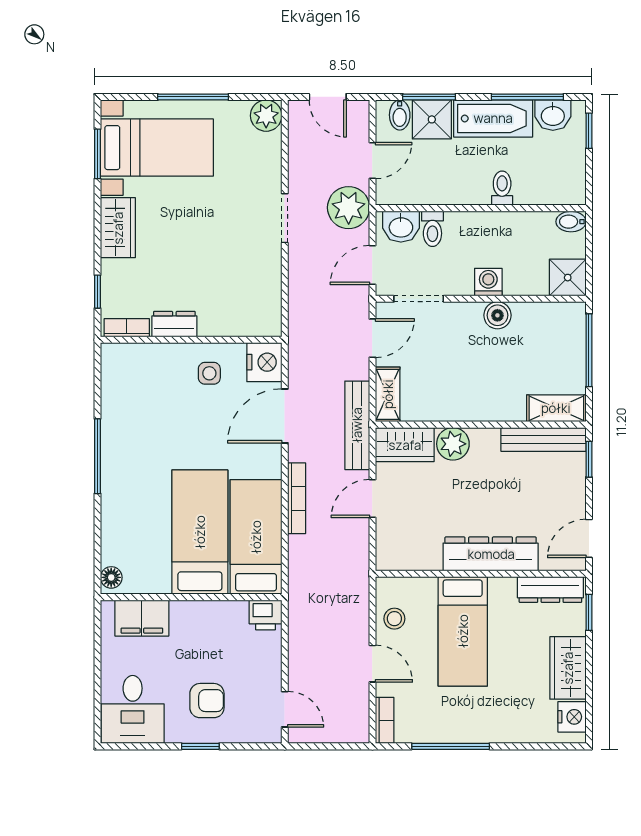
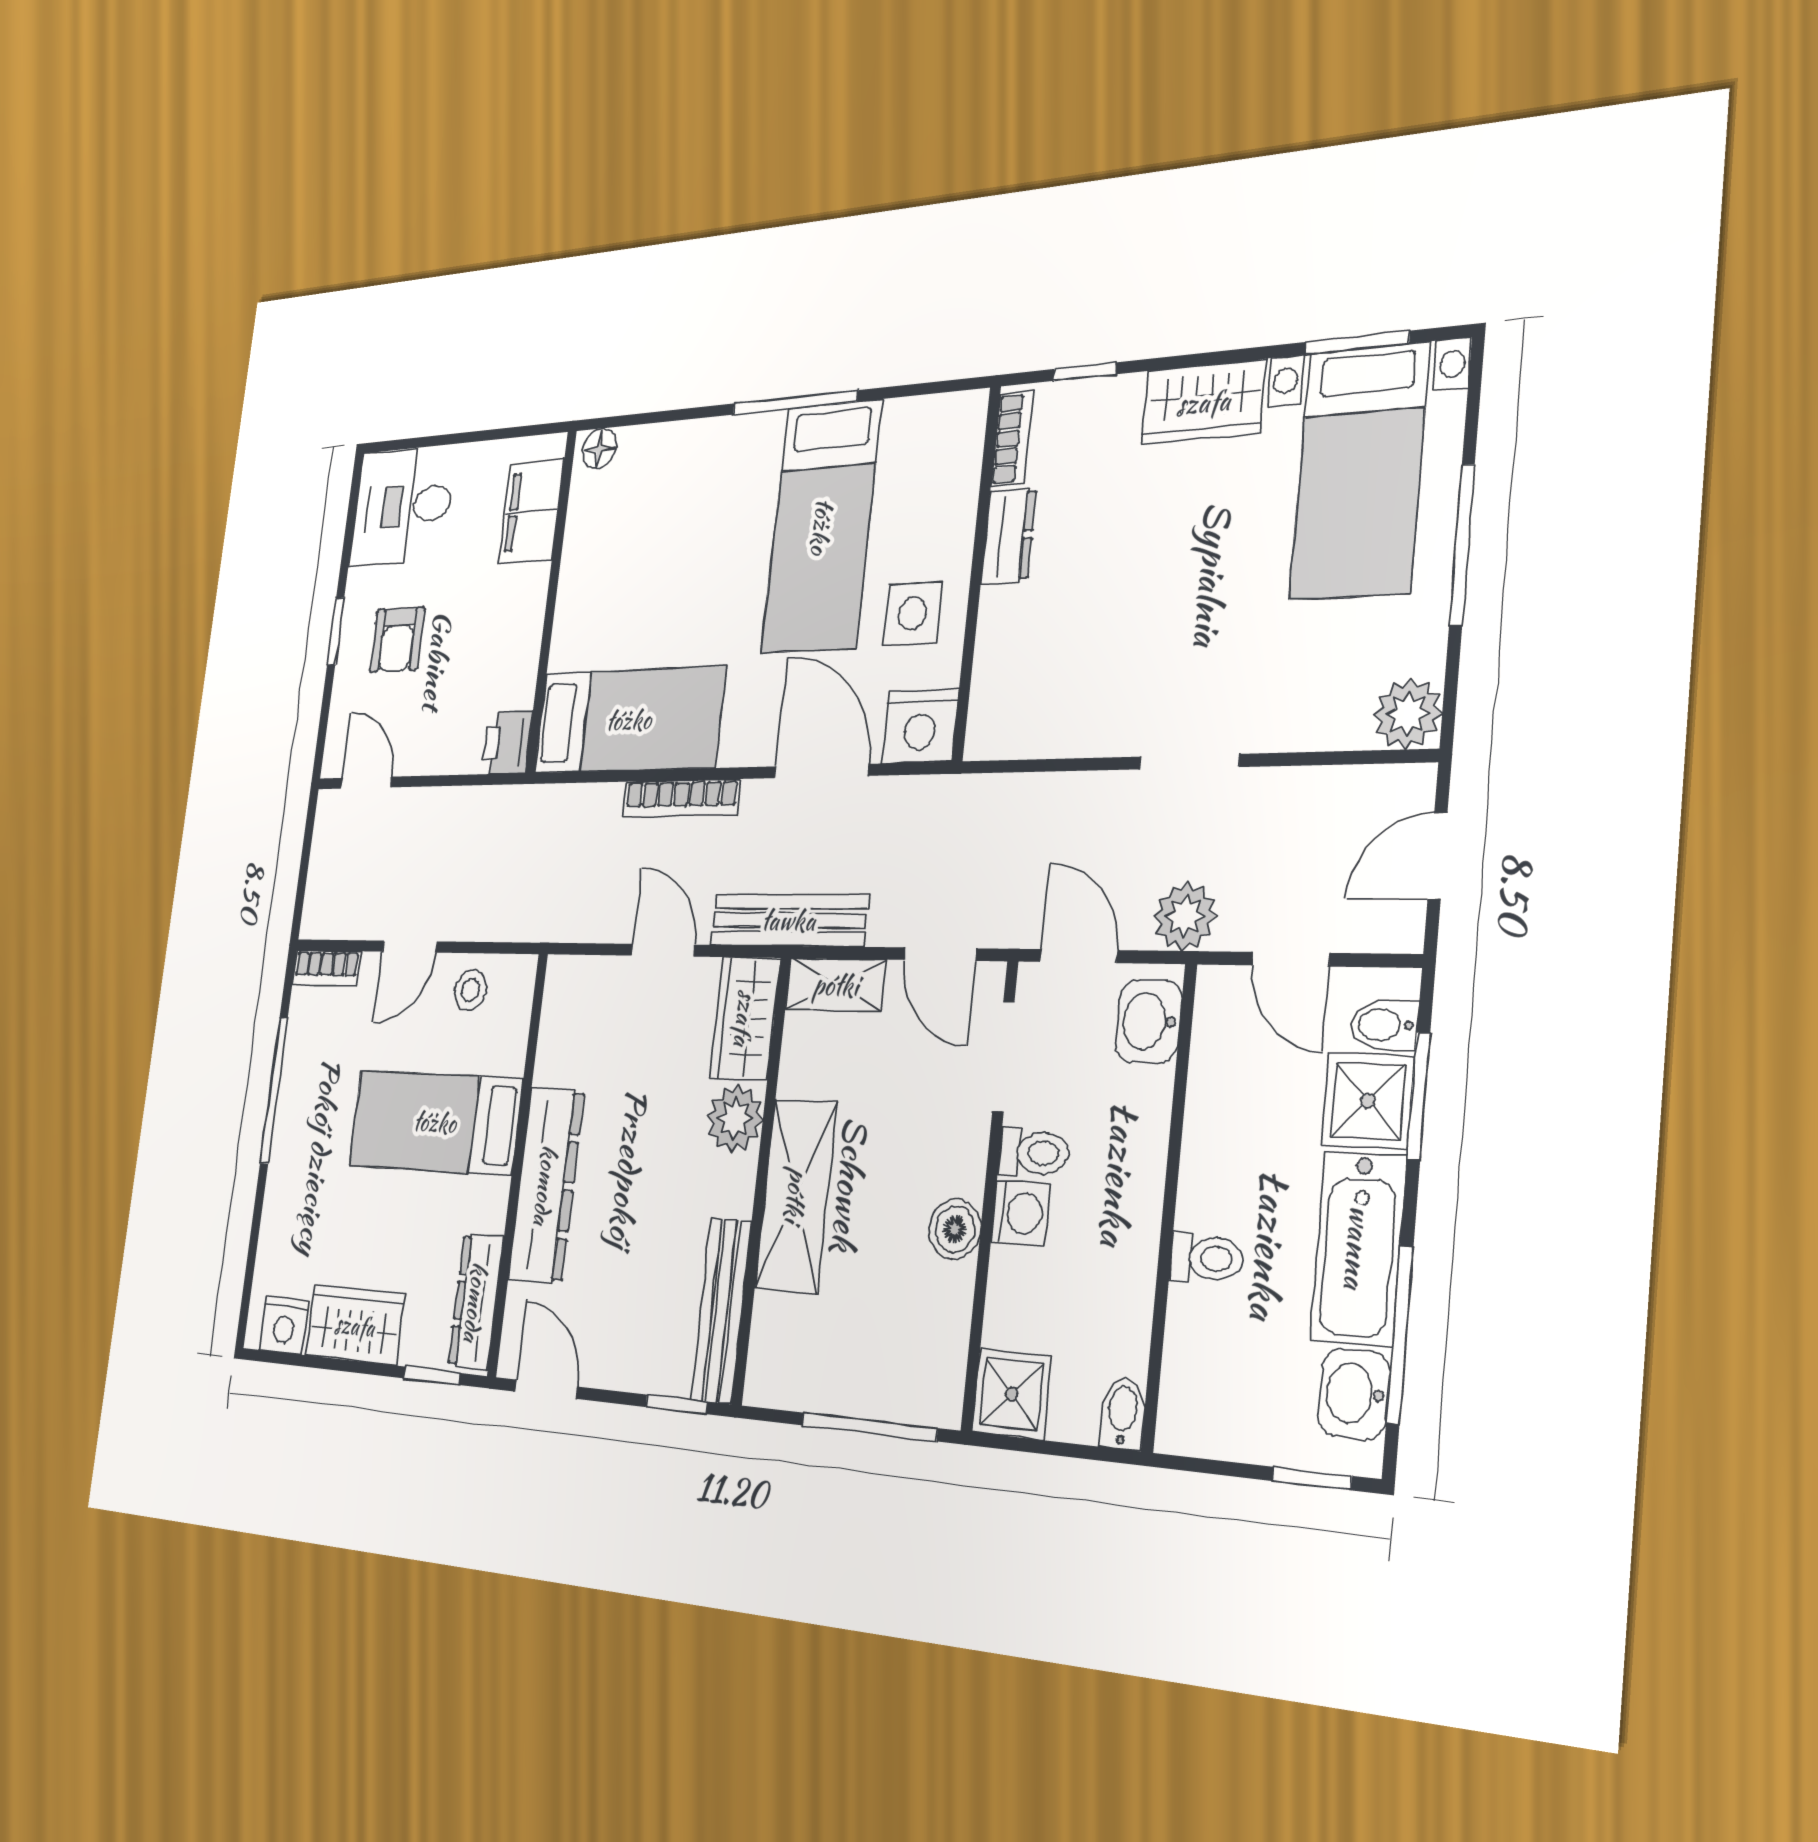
plant: (349, 208) -> (1185, 916), width x0.73, depth x0.73
toilet: (432, 229) -> (1034, 1153), moved, turned 180
side table: (209, 373) -> (912, 614), width x1.37, depth x1.37
shelving: (556, 408) -> (796, 1195), moved, width x1.50, depth x1.33
bed: (200, 532) -> (822, 526), moved, turned 90
door: (285, 709) -> (366, 783), swing flipped

